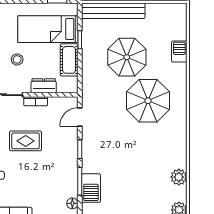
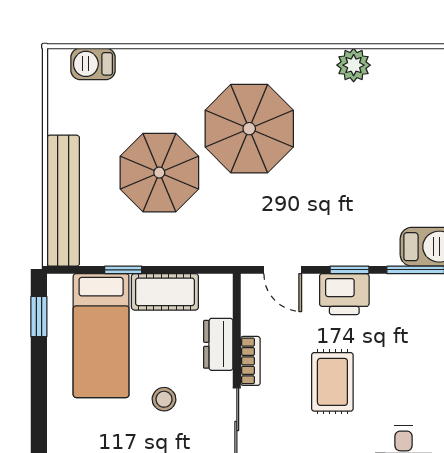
barbecue: (179, 52) -> (93, 64), moved
printer: (68, 147) -> (344, 294), added
plant: (179, 177) -> (354, 65), moved

